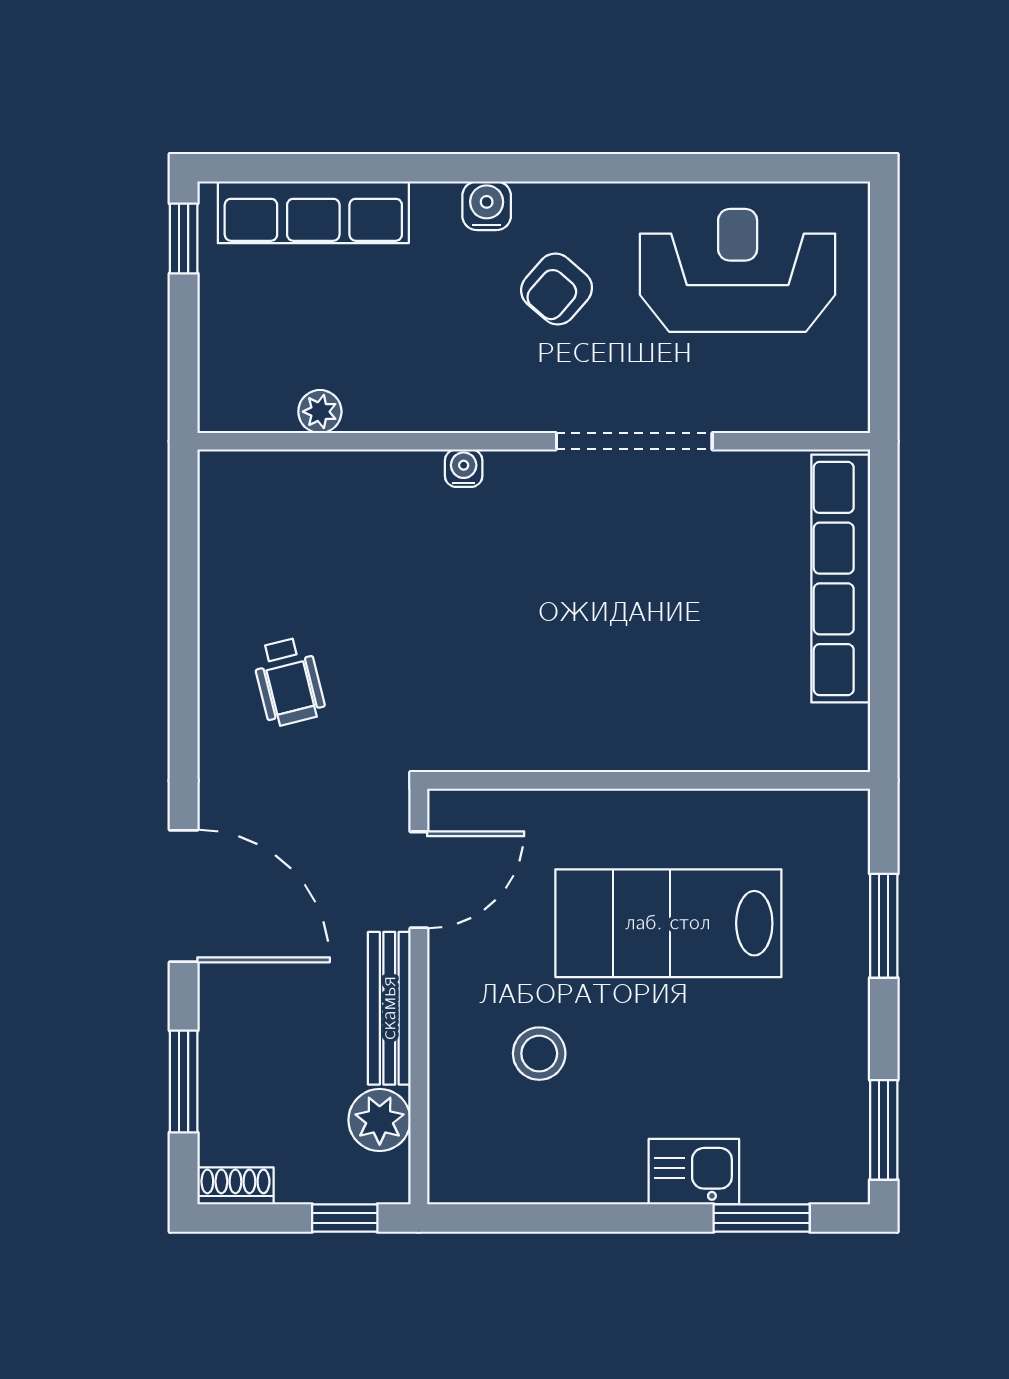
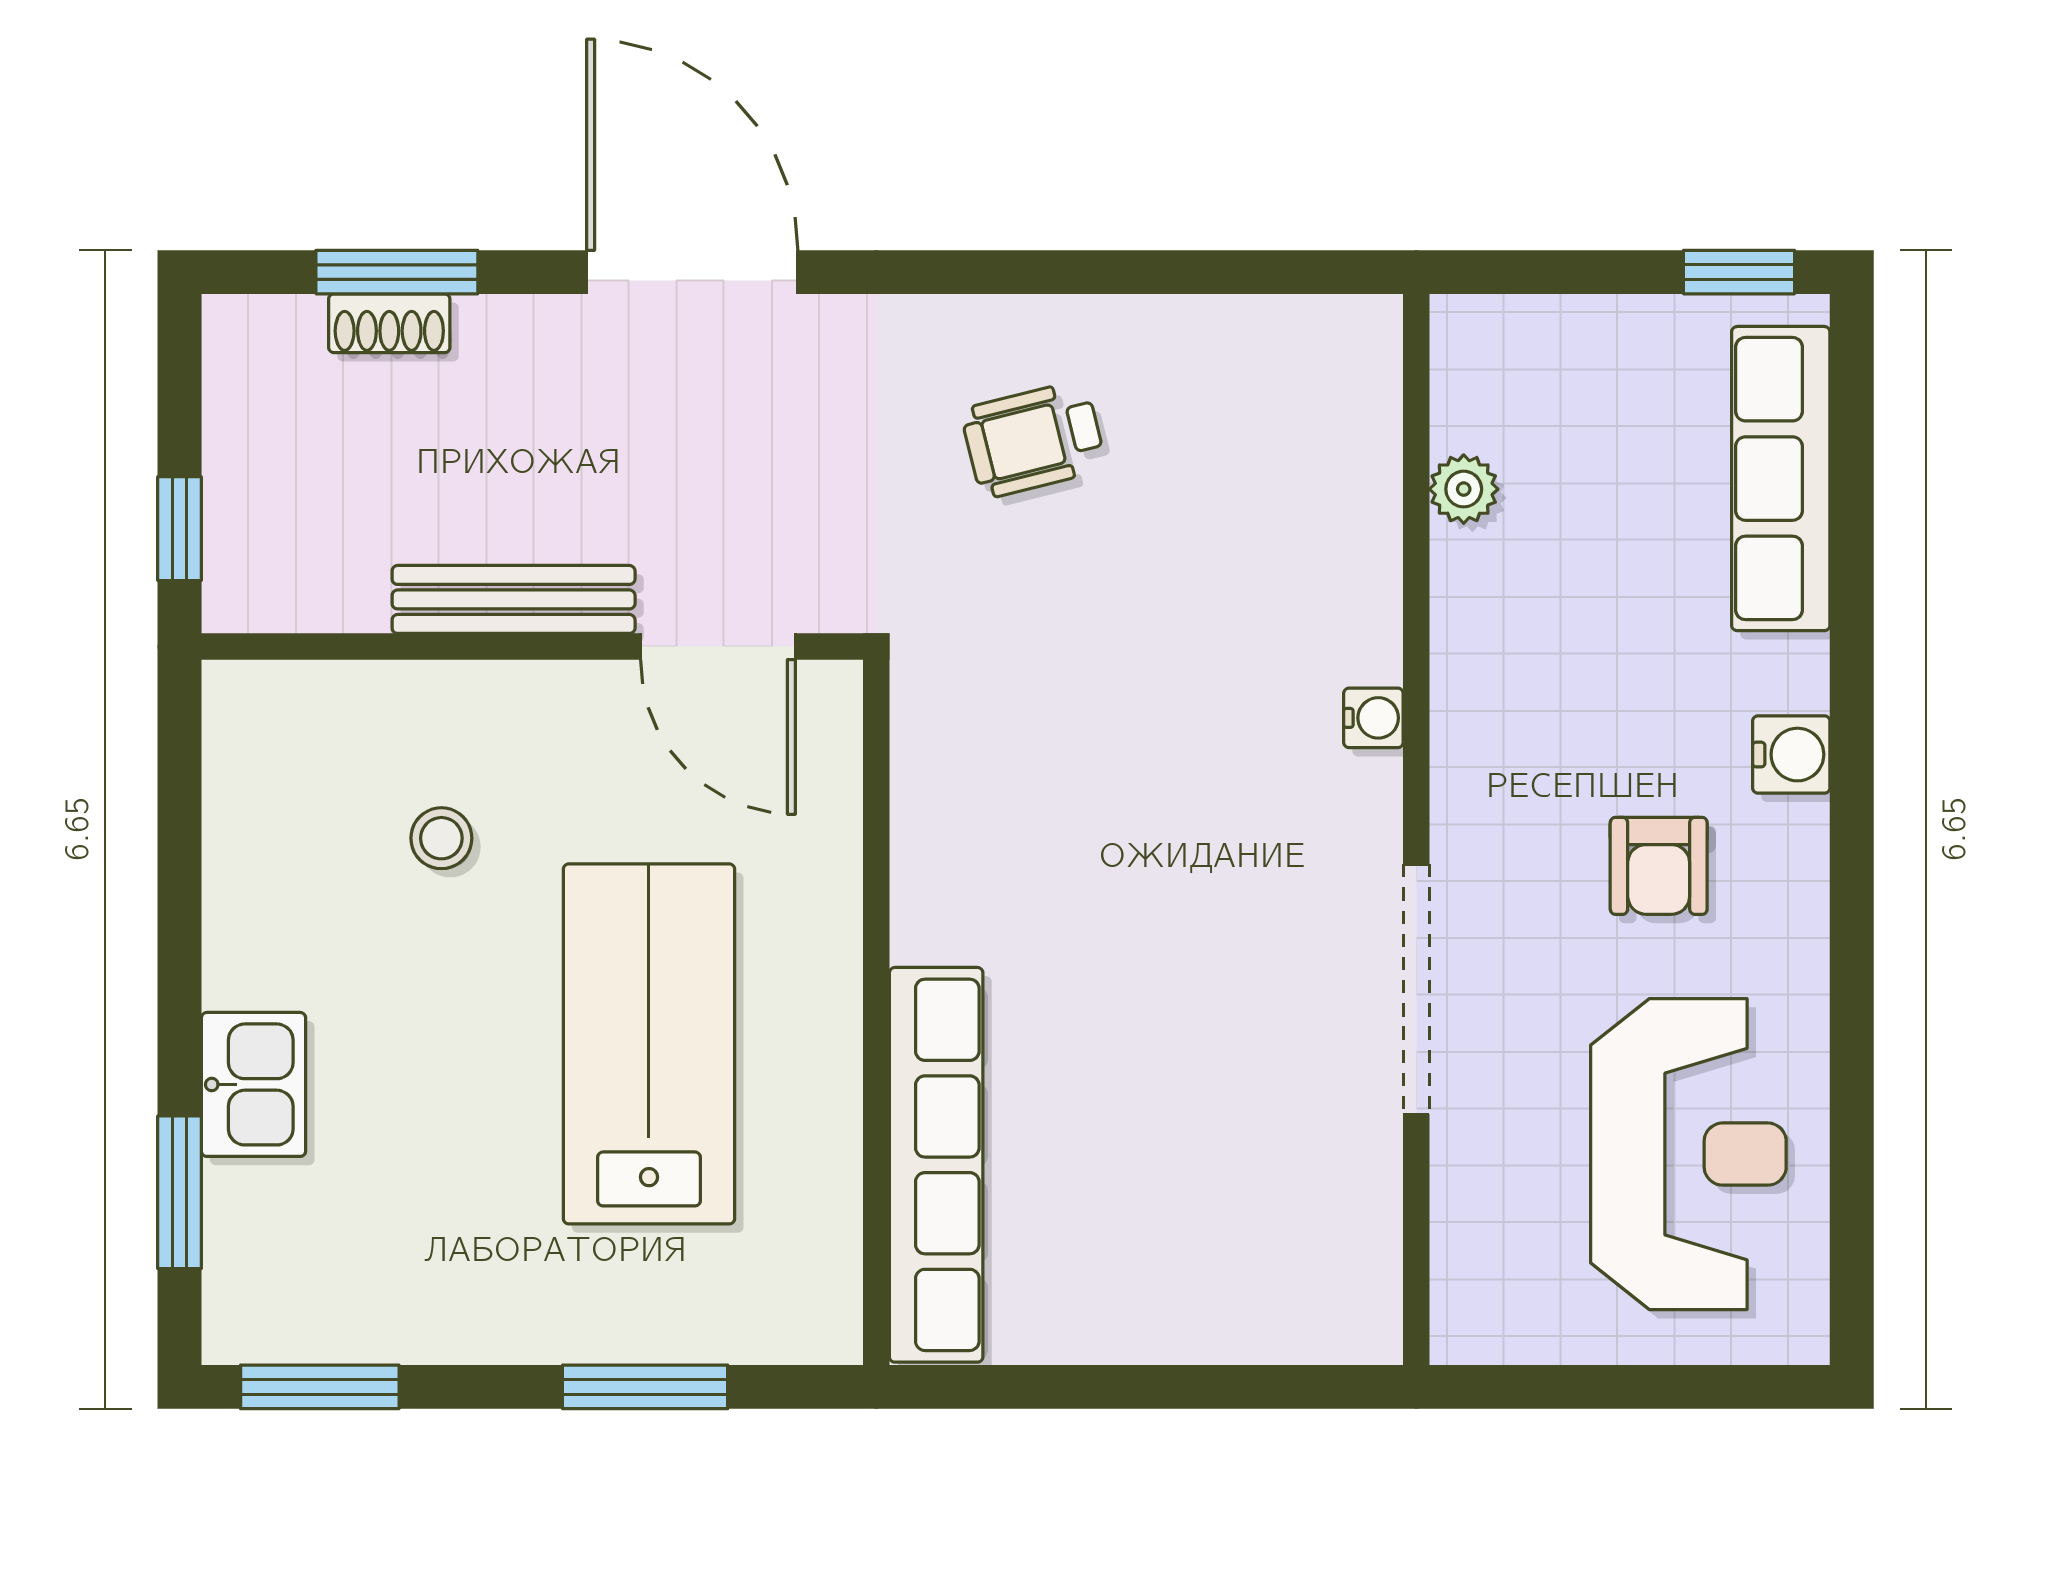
armchair: (557, 289) -> (1659, 866), turned -131
row of seats: (841, 579) -> (936, 1165), moved, turned 90
door: (184, 896) -> (692, 272), swing flipped
stool: (539, 1054) -> (441, 838), width x0.73, depth x0.73
plant: (380, 1120) -> (336, 584), removed
shoe rack: (235, 1186) -> (389, 323), moved, turned 90

